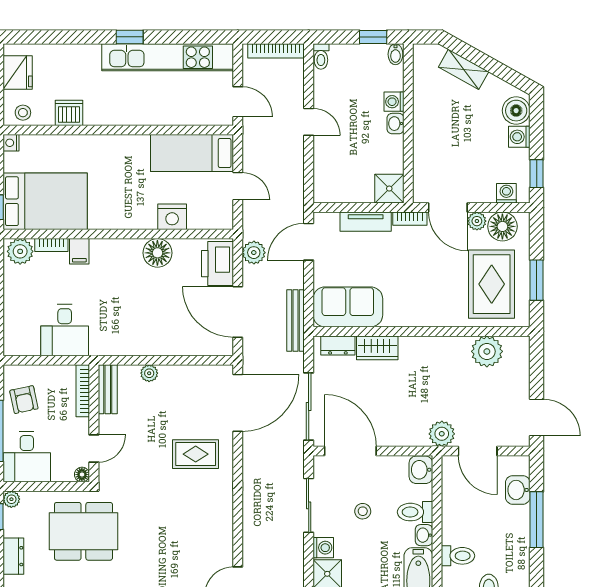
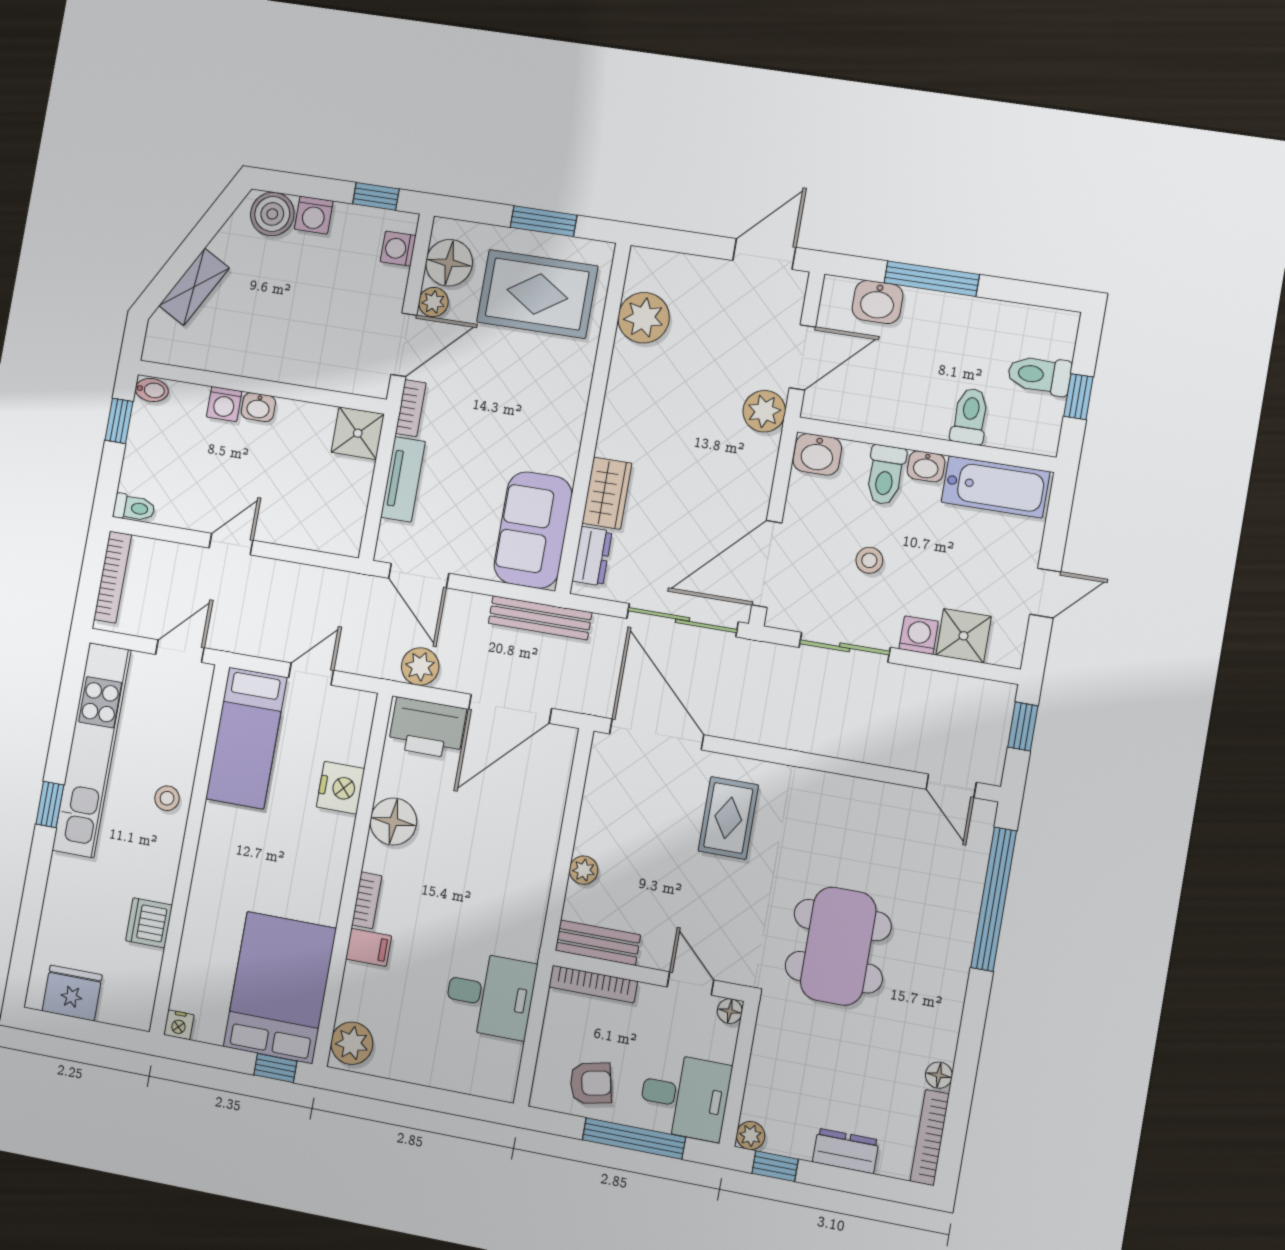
stool: (23, 113) -> (167, 798), moved
bookcase: (51, 245) -> (367, 900), moved
dining table: (83, 531) -> (838, 946), moved

